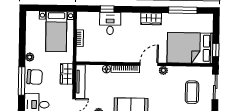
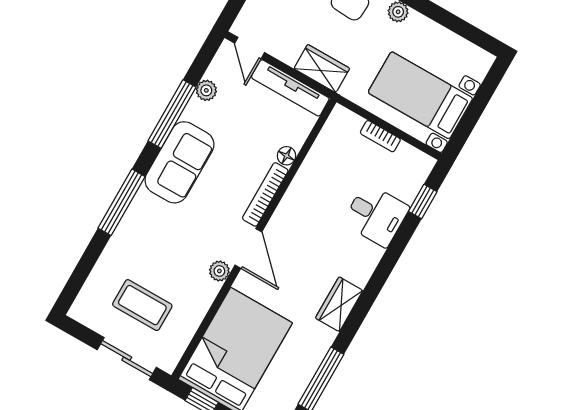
window: (107, 9) -> (423, 202), moved

